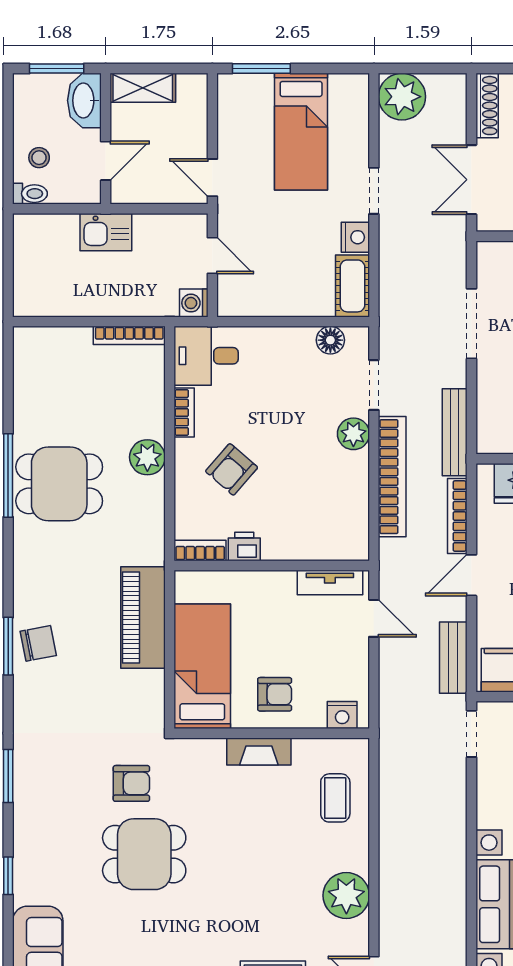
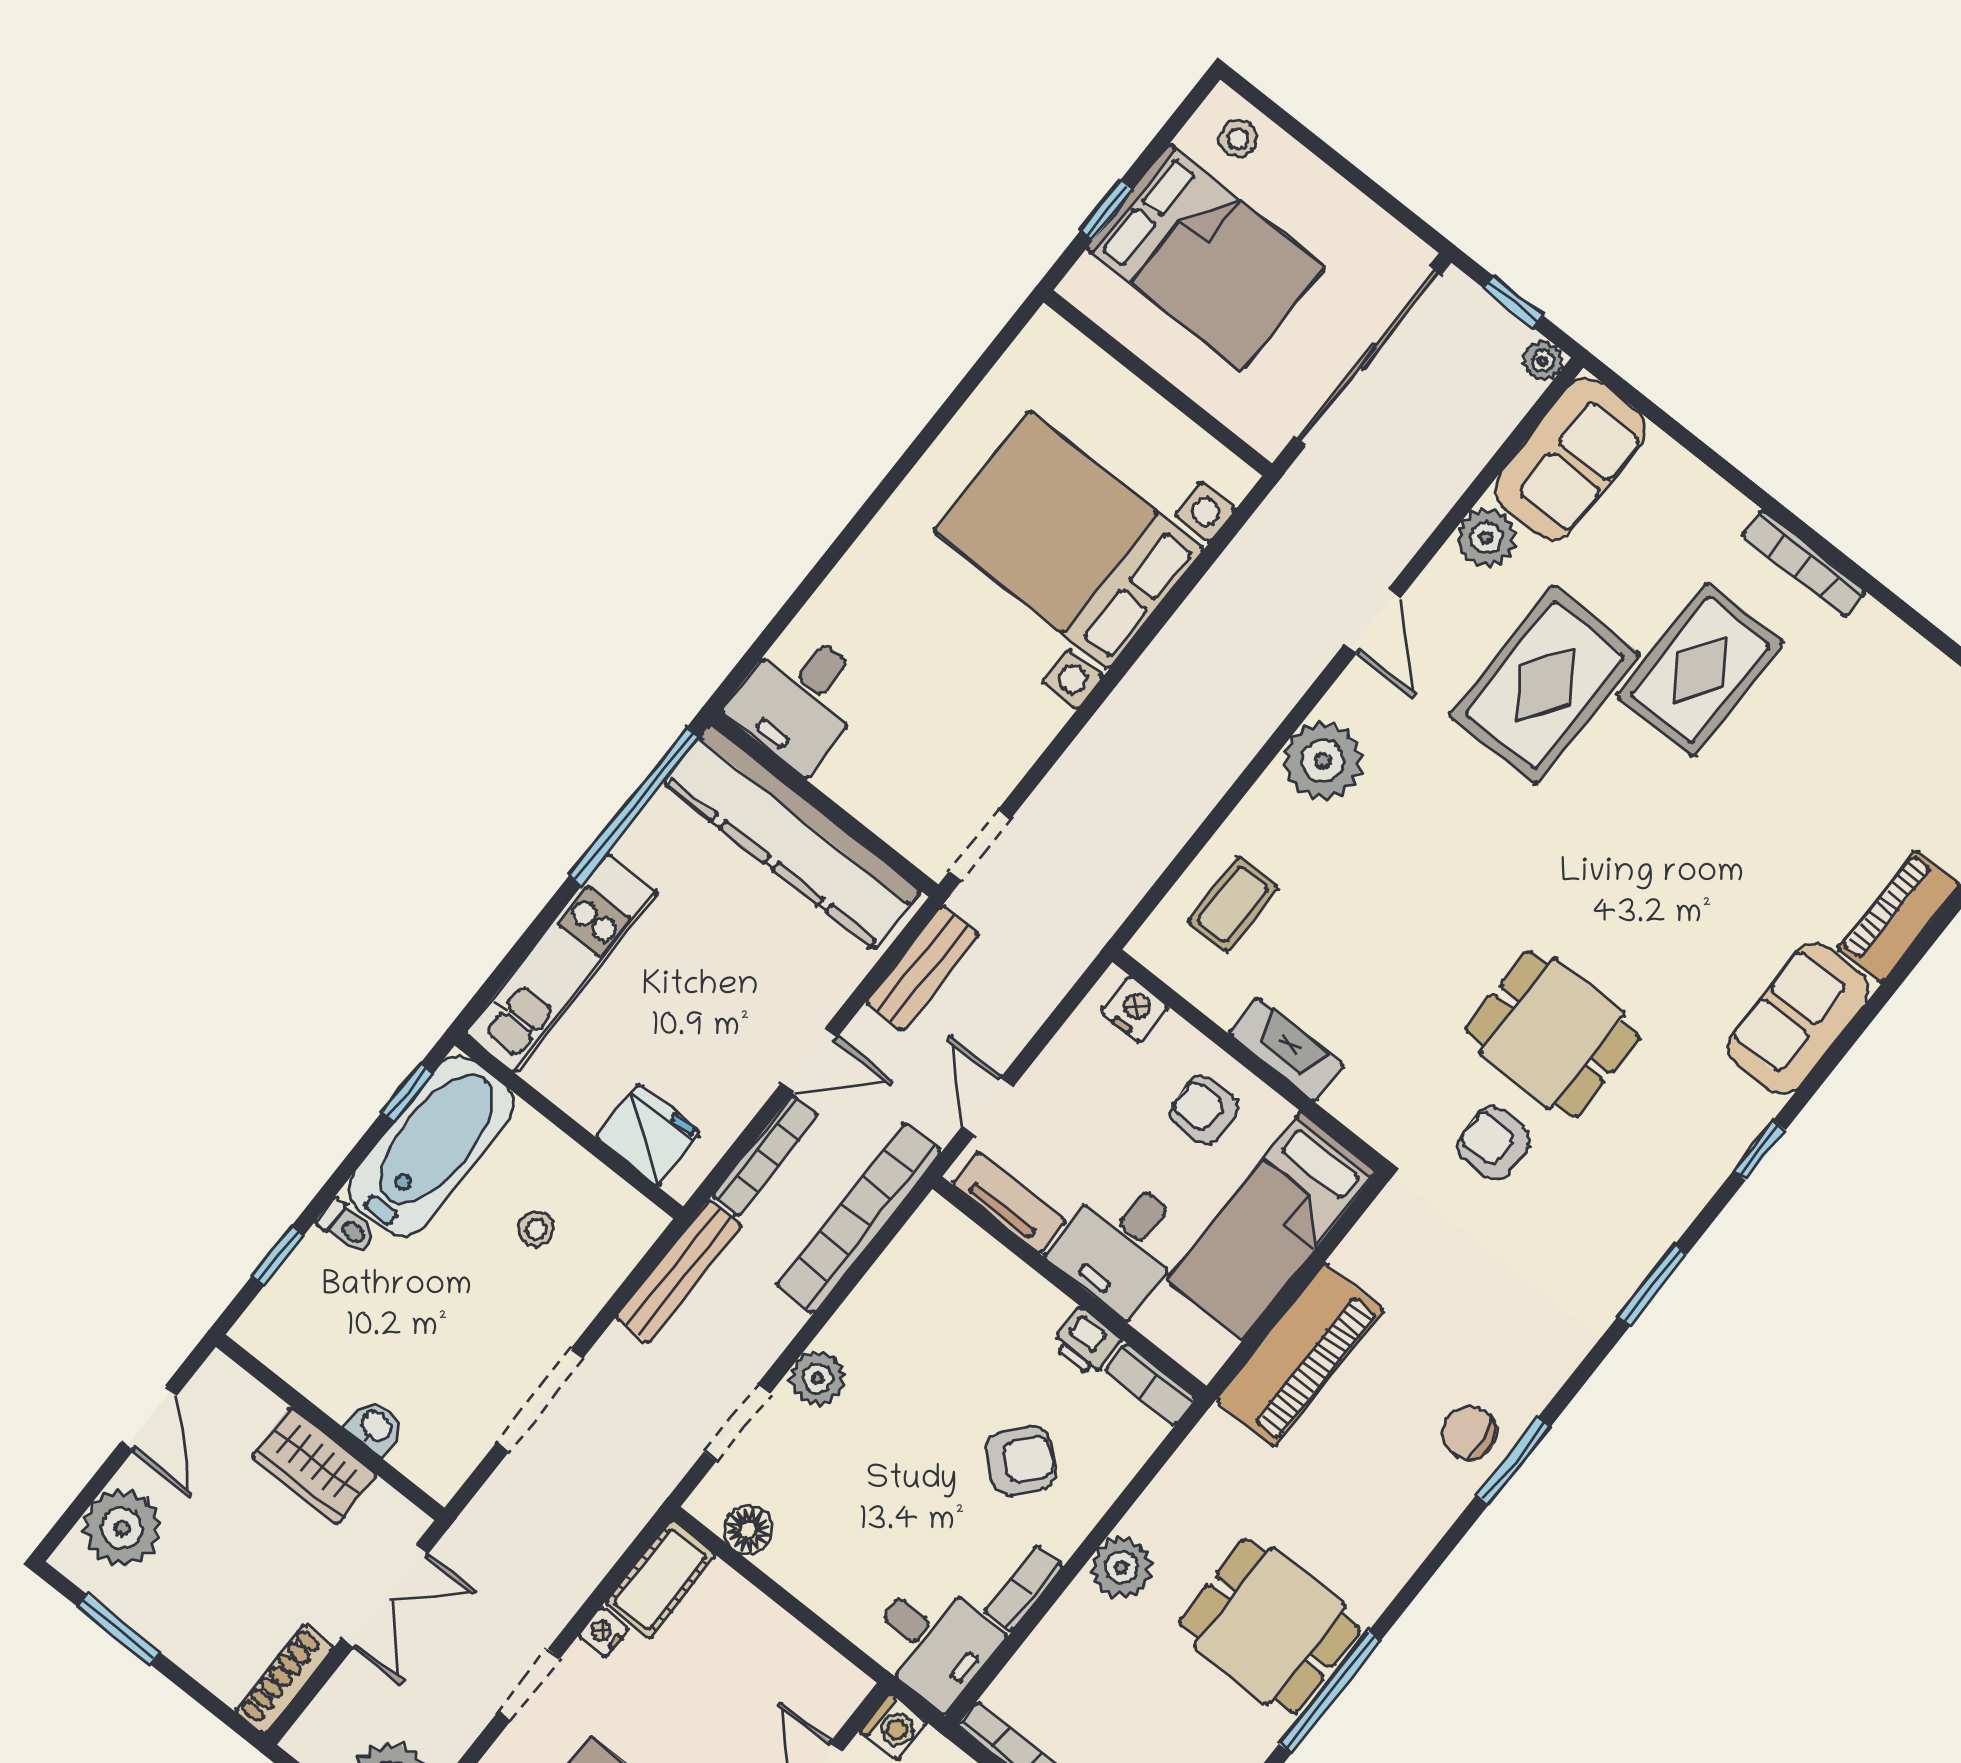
nightstand: (355, 237) -> (604, 1633), width x0.72, depth x0.74
bookcase: (392, 477) -> (859, 1218), moved
desk: (264, 604) -> (1121, 1244), added

